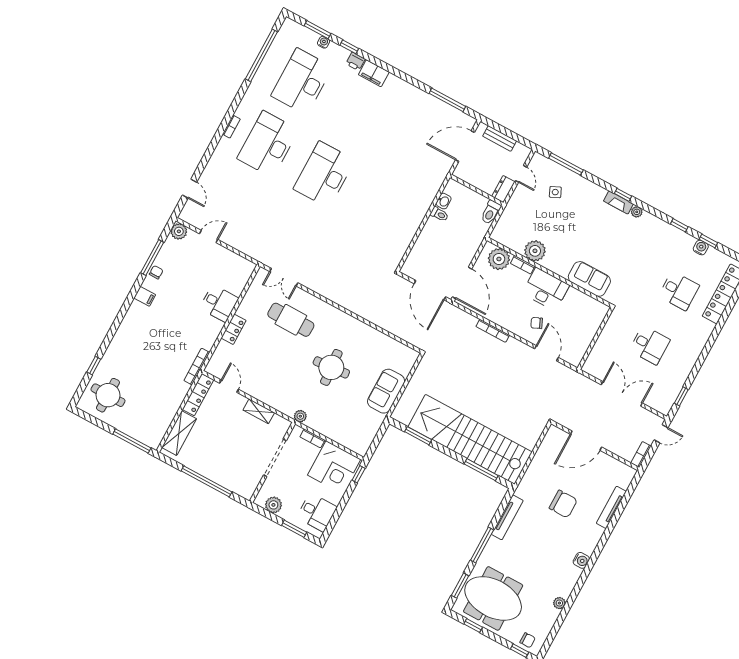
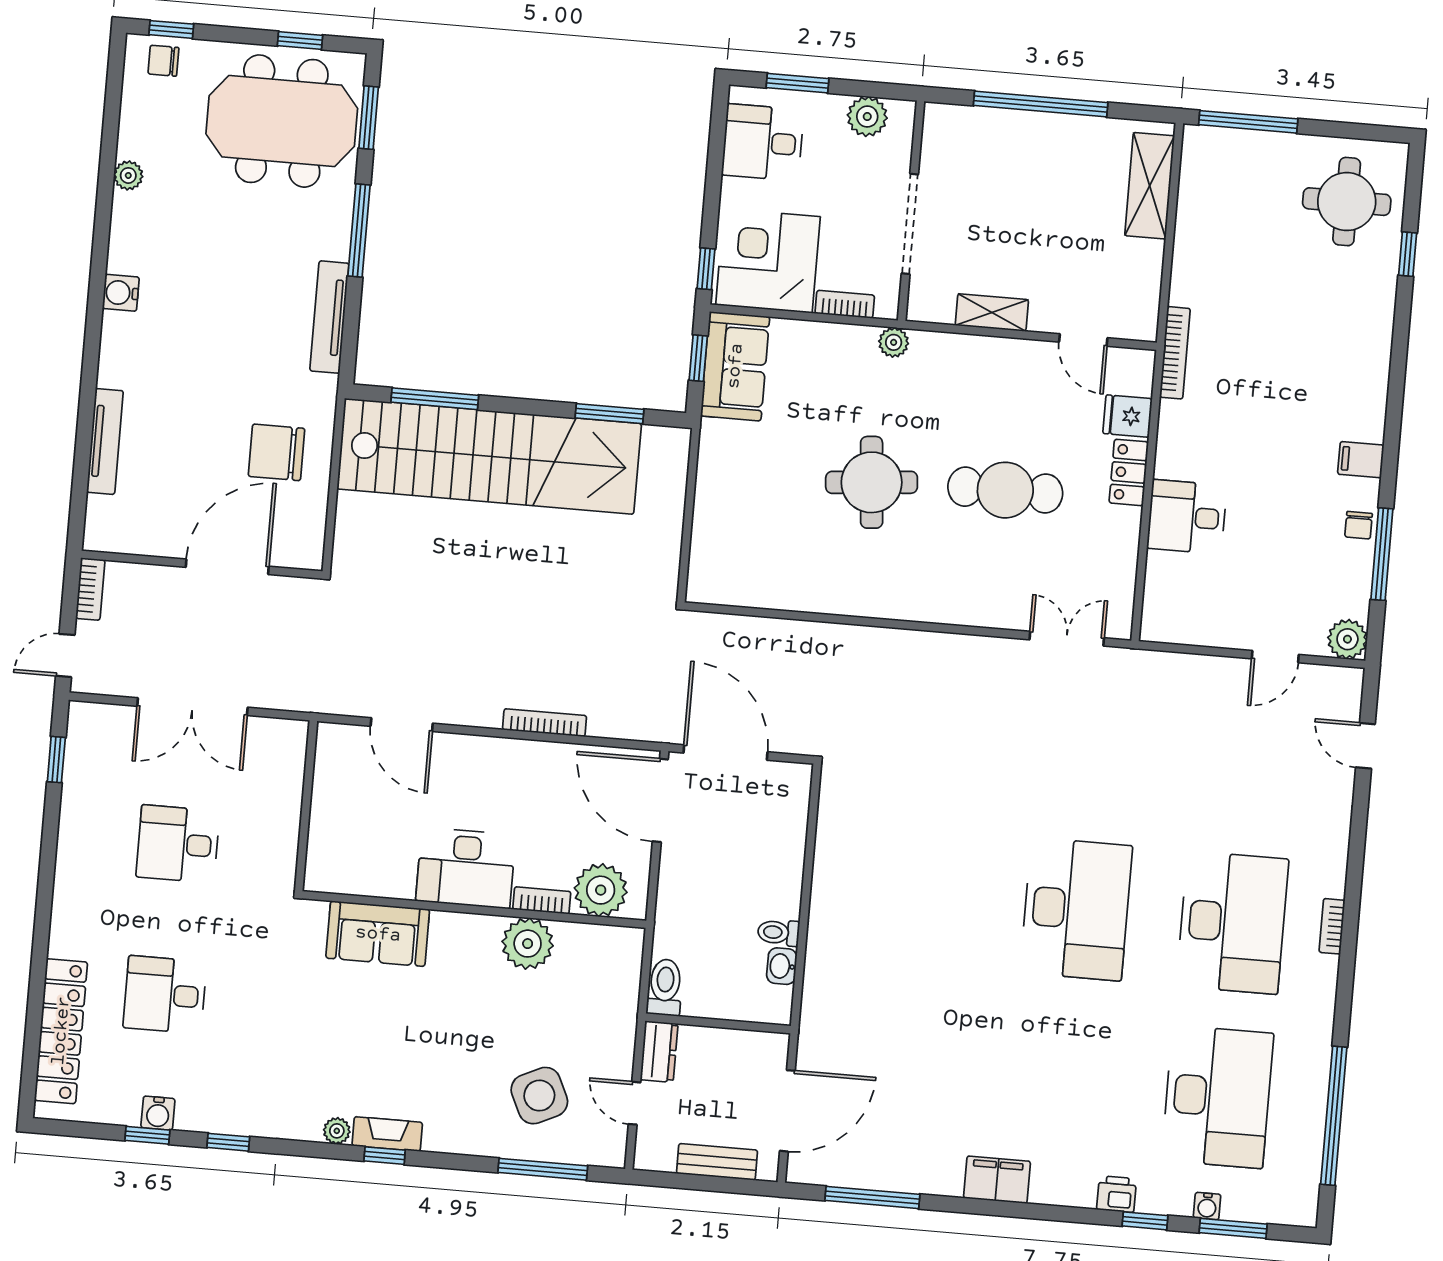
filing cabinet: (374, 73) -> (997, 1180), moved
side table: (555, 192) -> (539, 1096), width x1.87, depth x1.87
cafe table: (291, 320) -> (1005, 490), moved
chair: (537, 323) -> (453, 783), removed
fridge: (225, 351) -> (1128, 416), added
sofa: (386, 391) -> (735, 366), moved
locker: (198, 395) -> (1145, 291), removed
window: (376, 442) -> (698, 358), added
chair: (563, 504) -> (276, 452), moved

